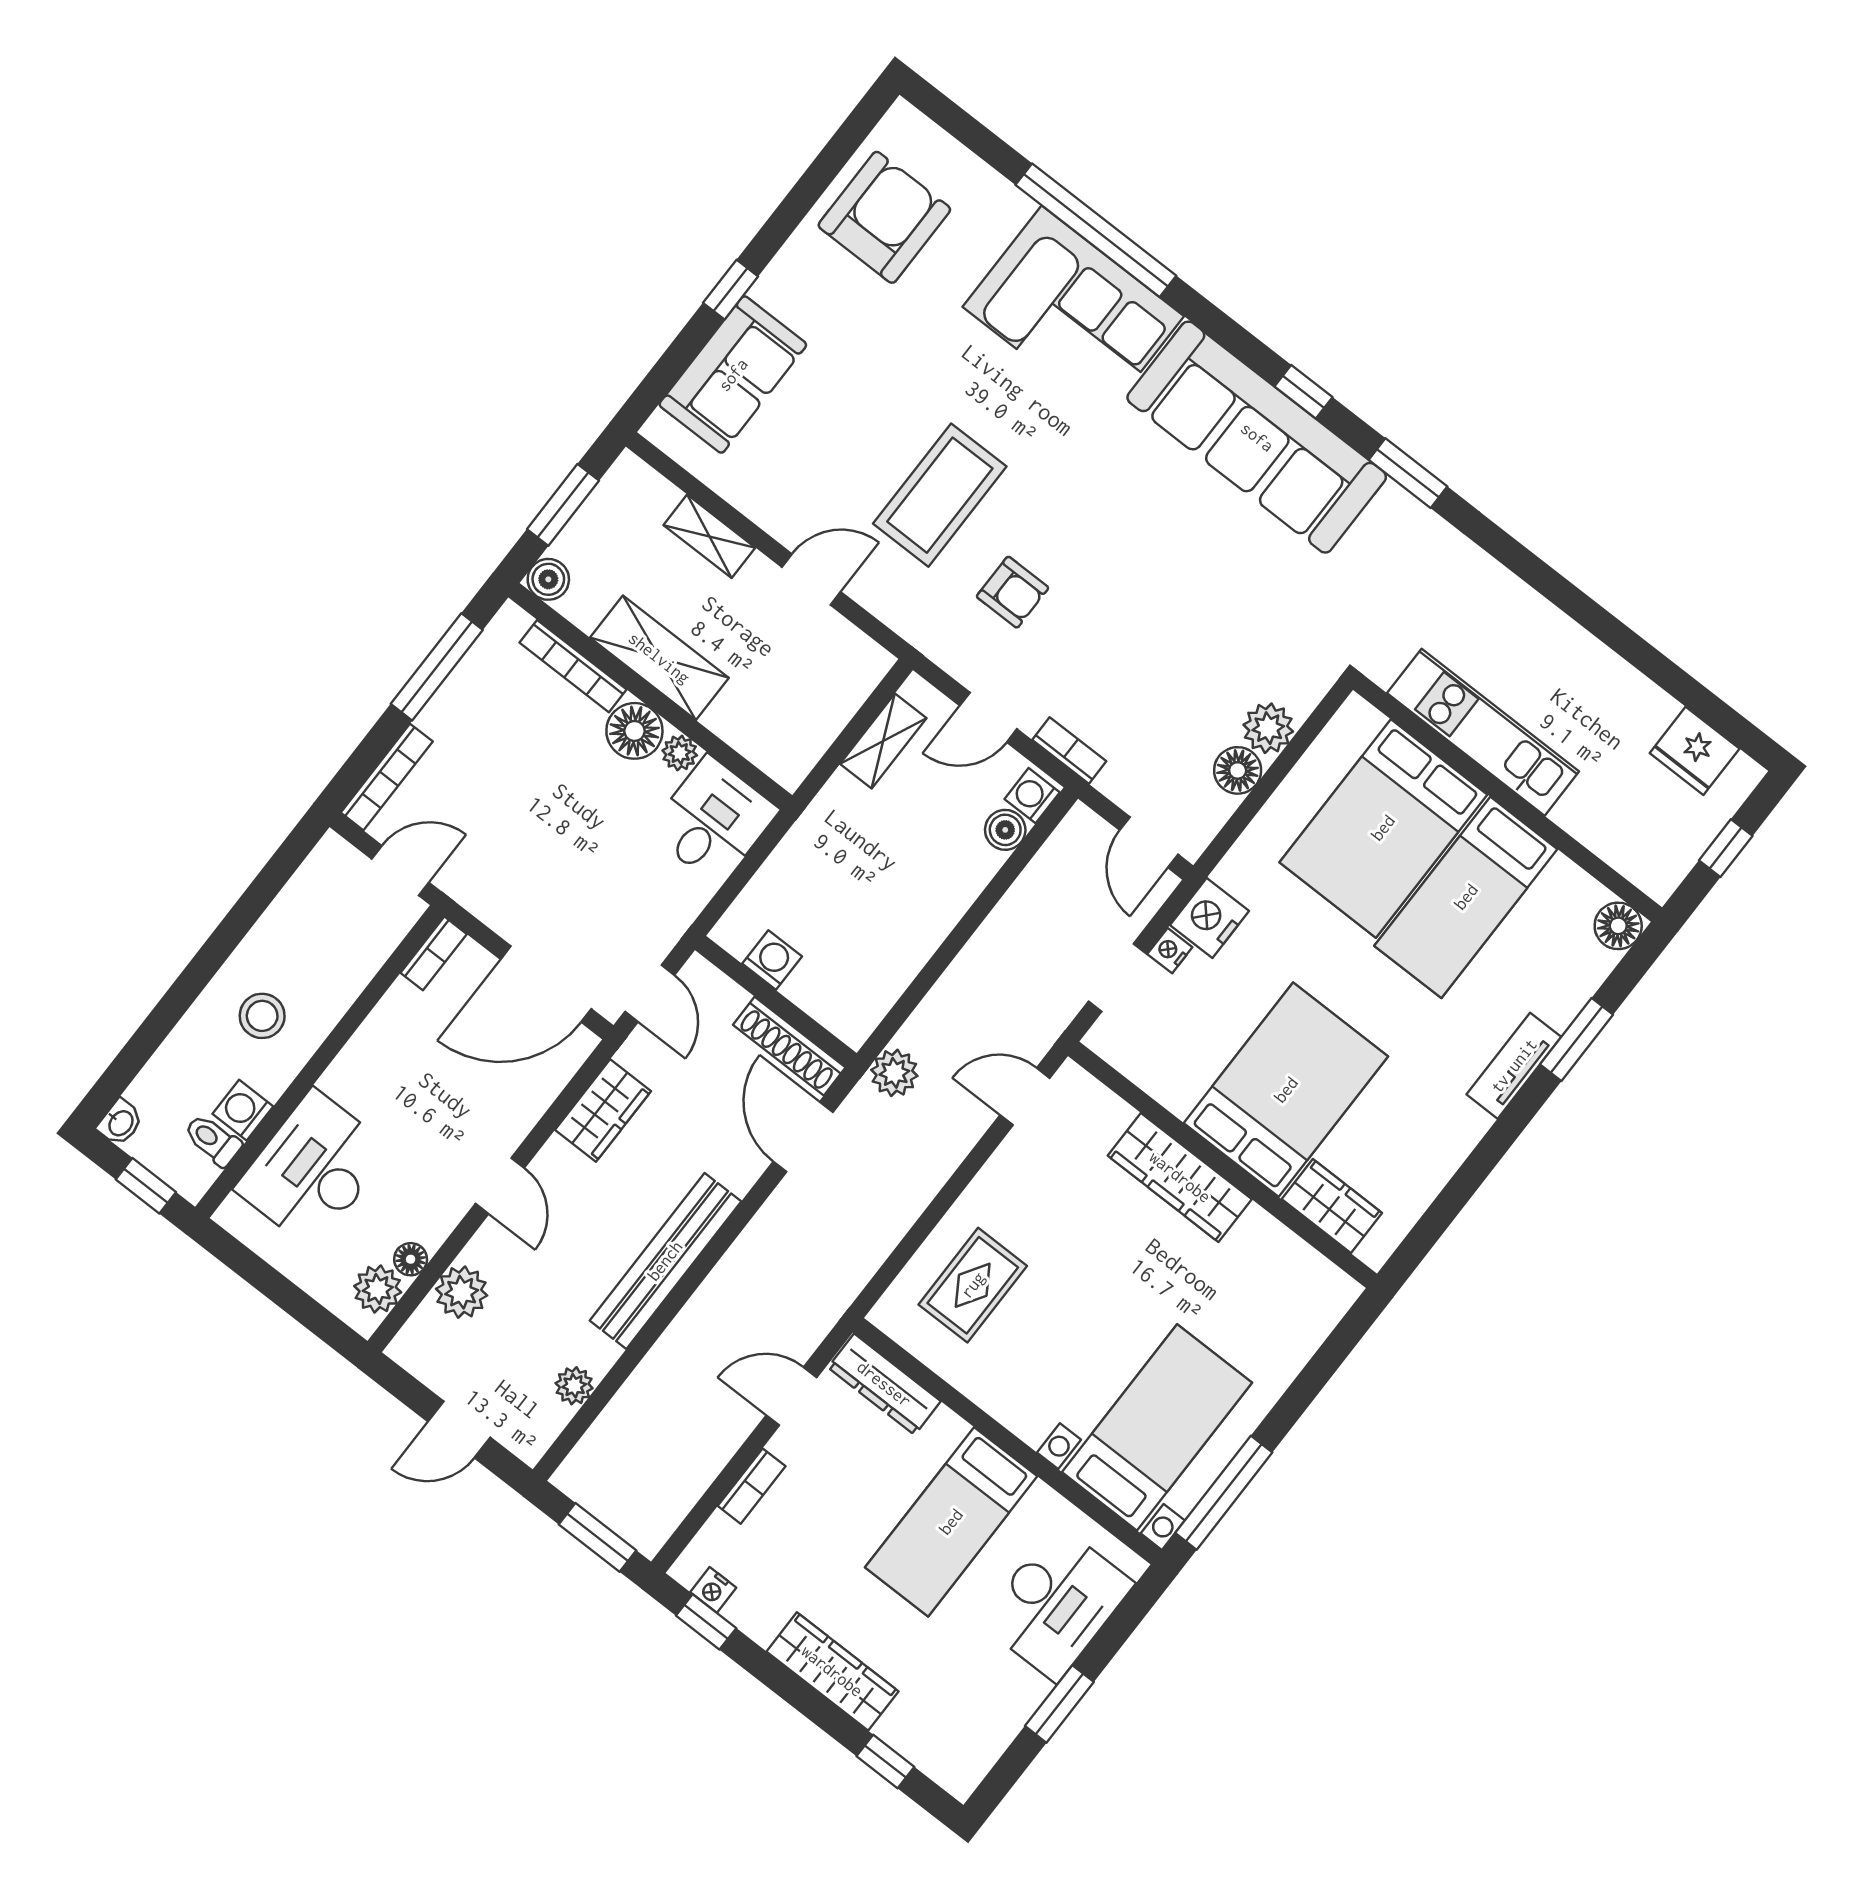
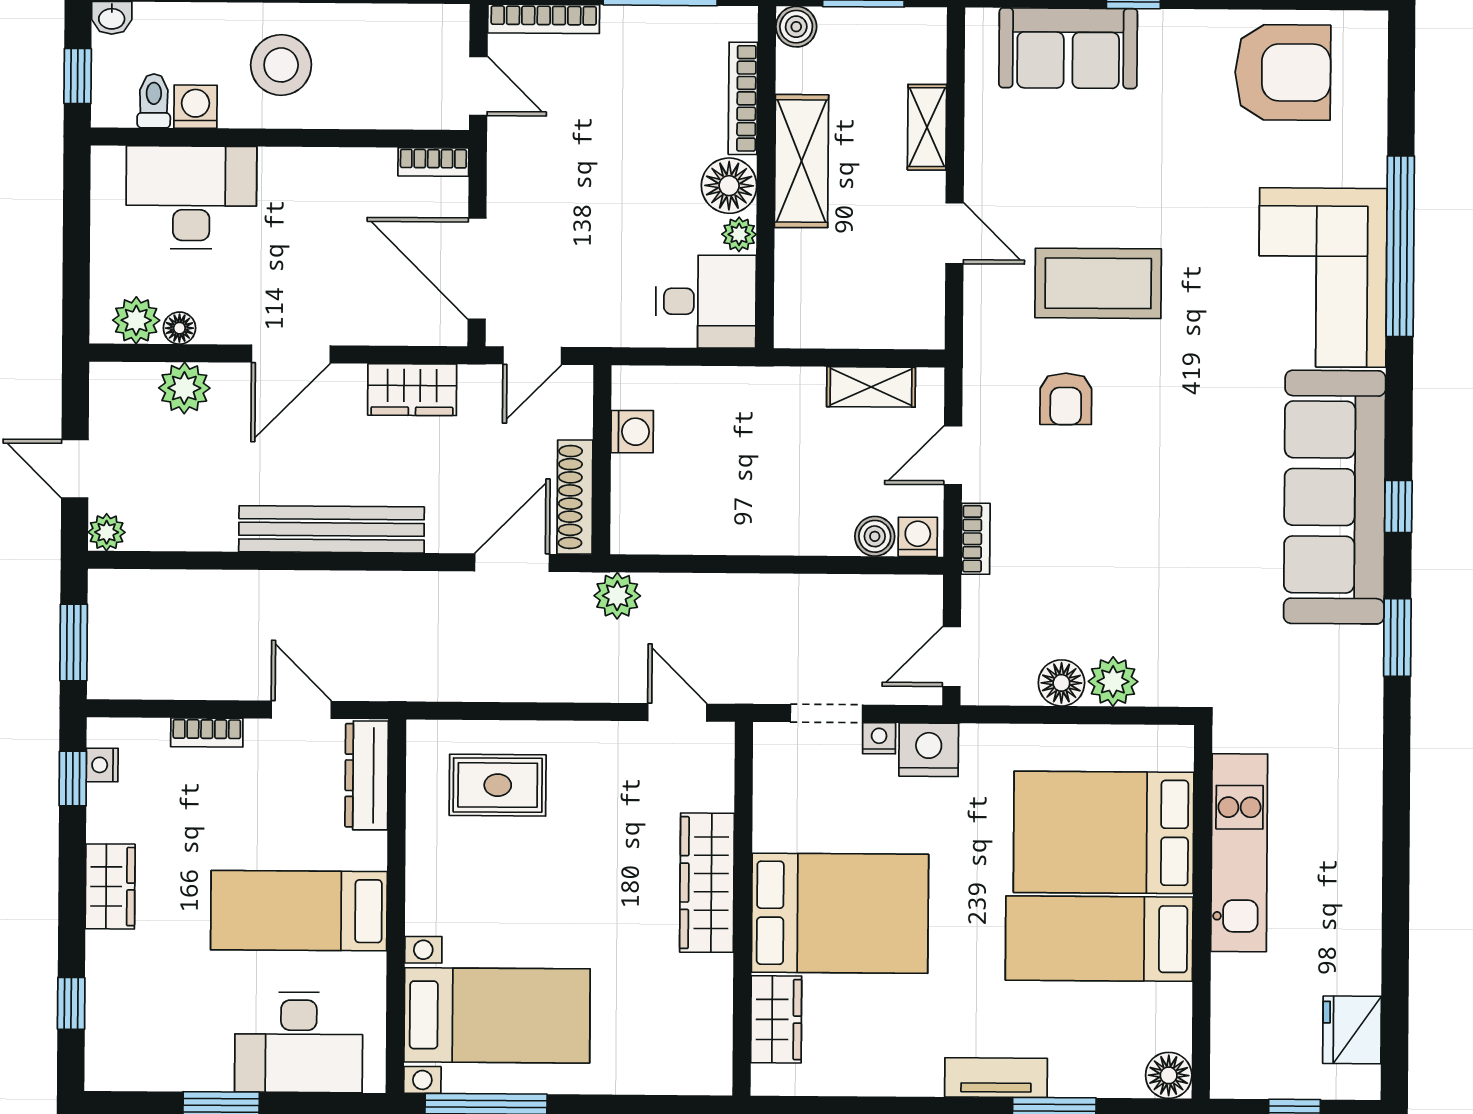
door: (988, 717) -> (953, 455), hinge flipped
stool: (262, 1016) -> (281, 65), width x1.38, depth x1.38
door: (500, 1186) -> (291, 354), width x1.38
plant: (574, 1386) -> (107, 532), moved
wardrobe: (832, 1671) -> (110, 886), width x0.67

